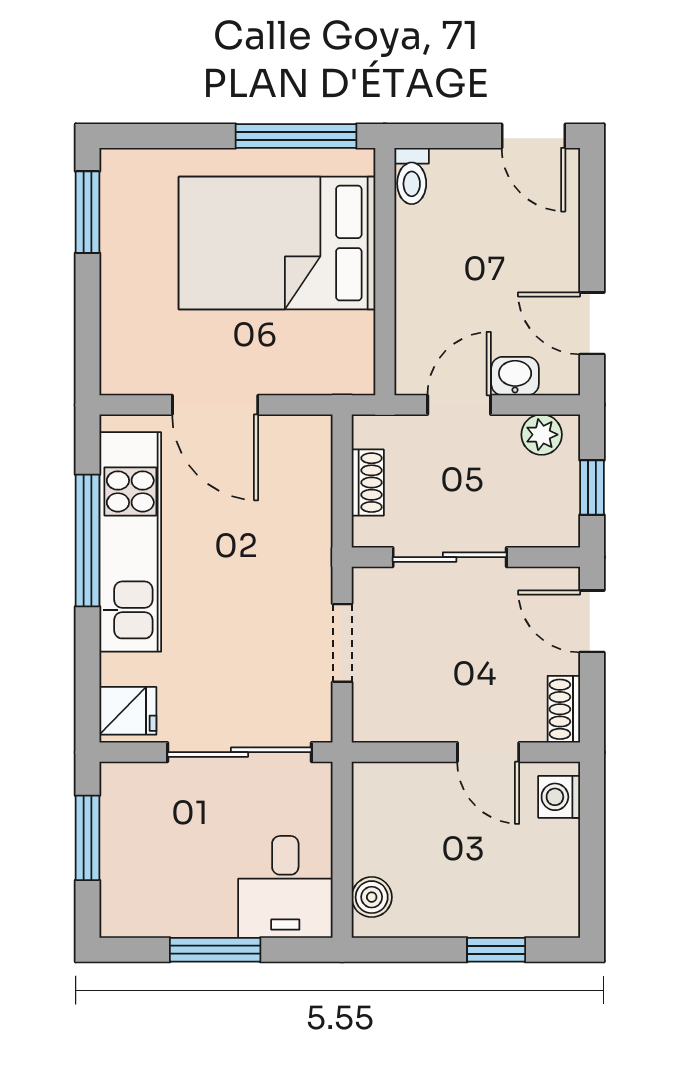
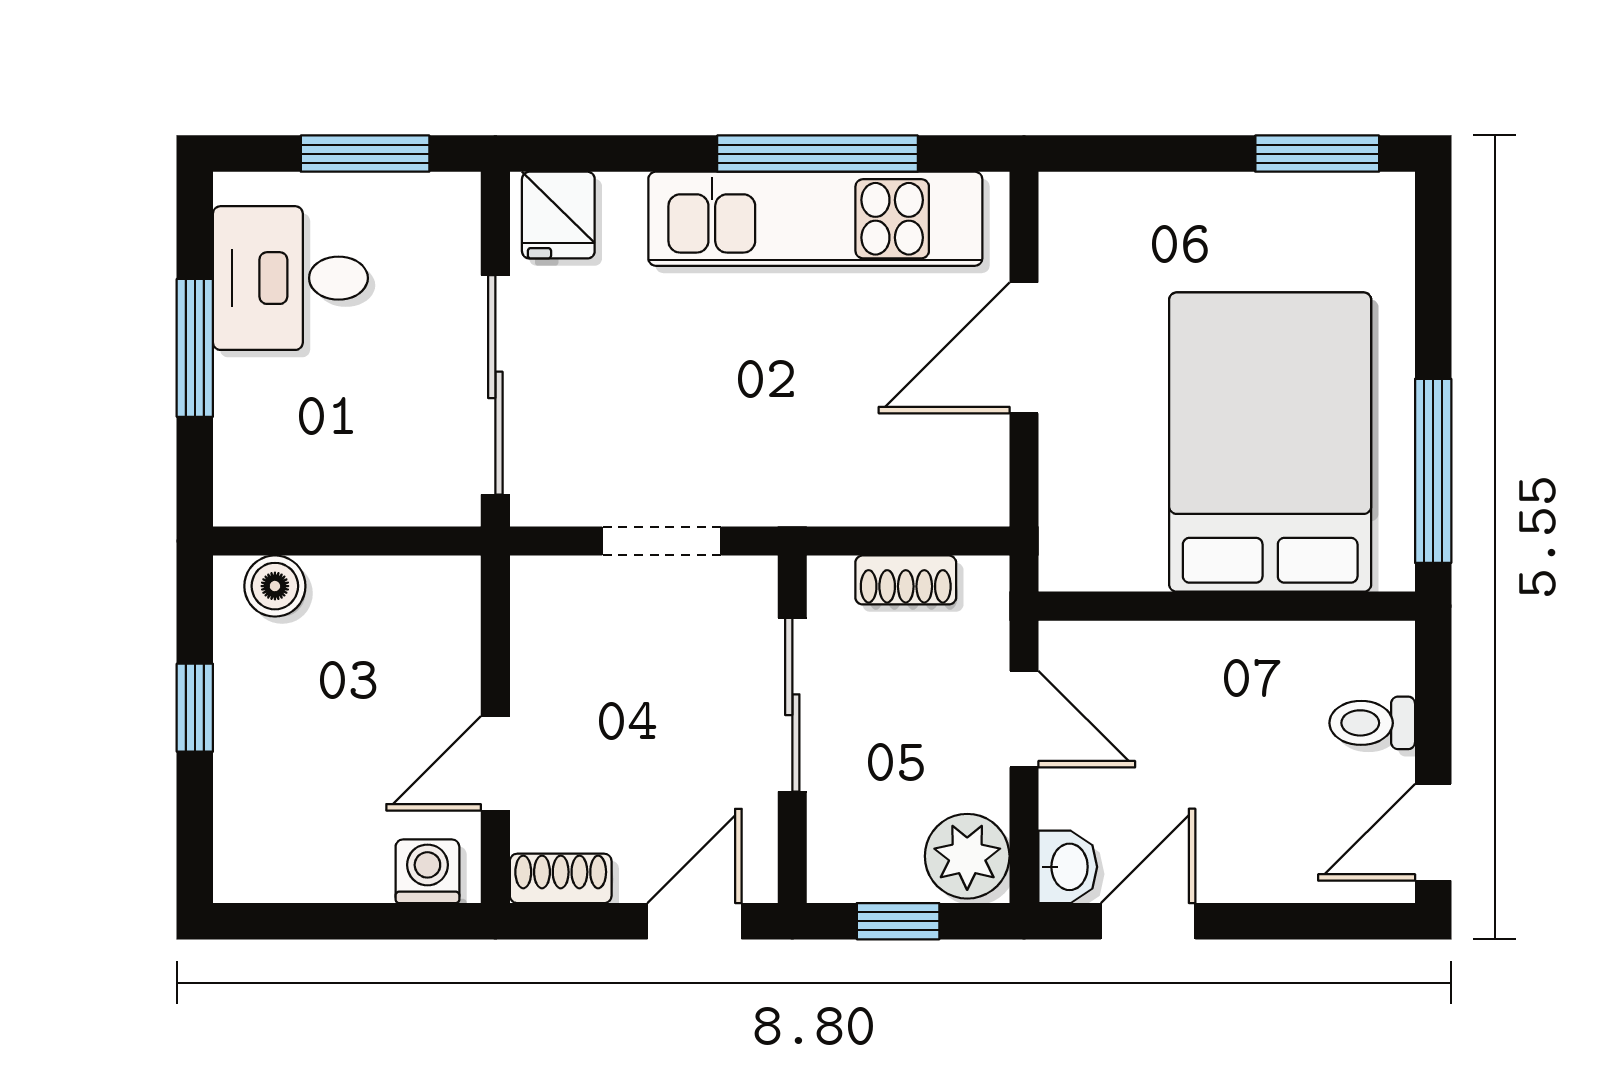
toilet: (412, 176) -> (1372, 723), moved
washbasin: (515, 376) -> (1068, 867), moved
plant: (542, 435) -> (967, 856), width x1.38, depth x1.38
desk: (285, 887) -> (290, 278), moved
window: (496, 950) -> (195, 708), moved

